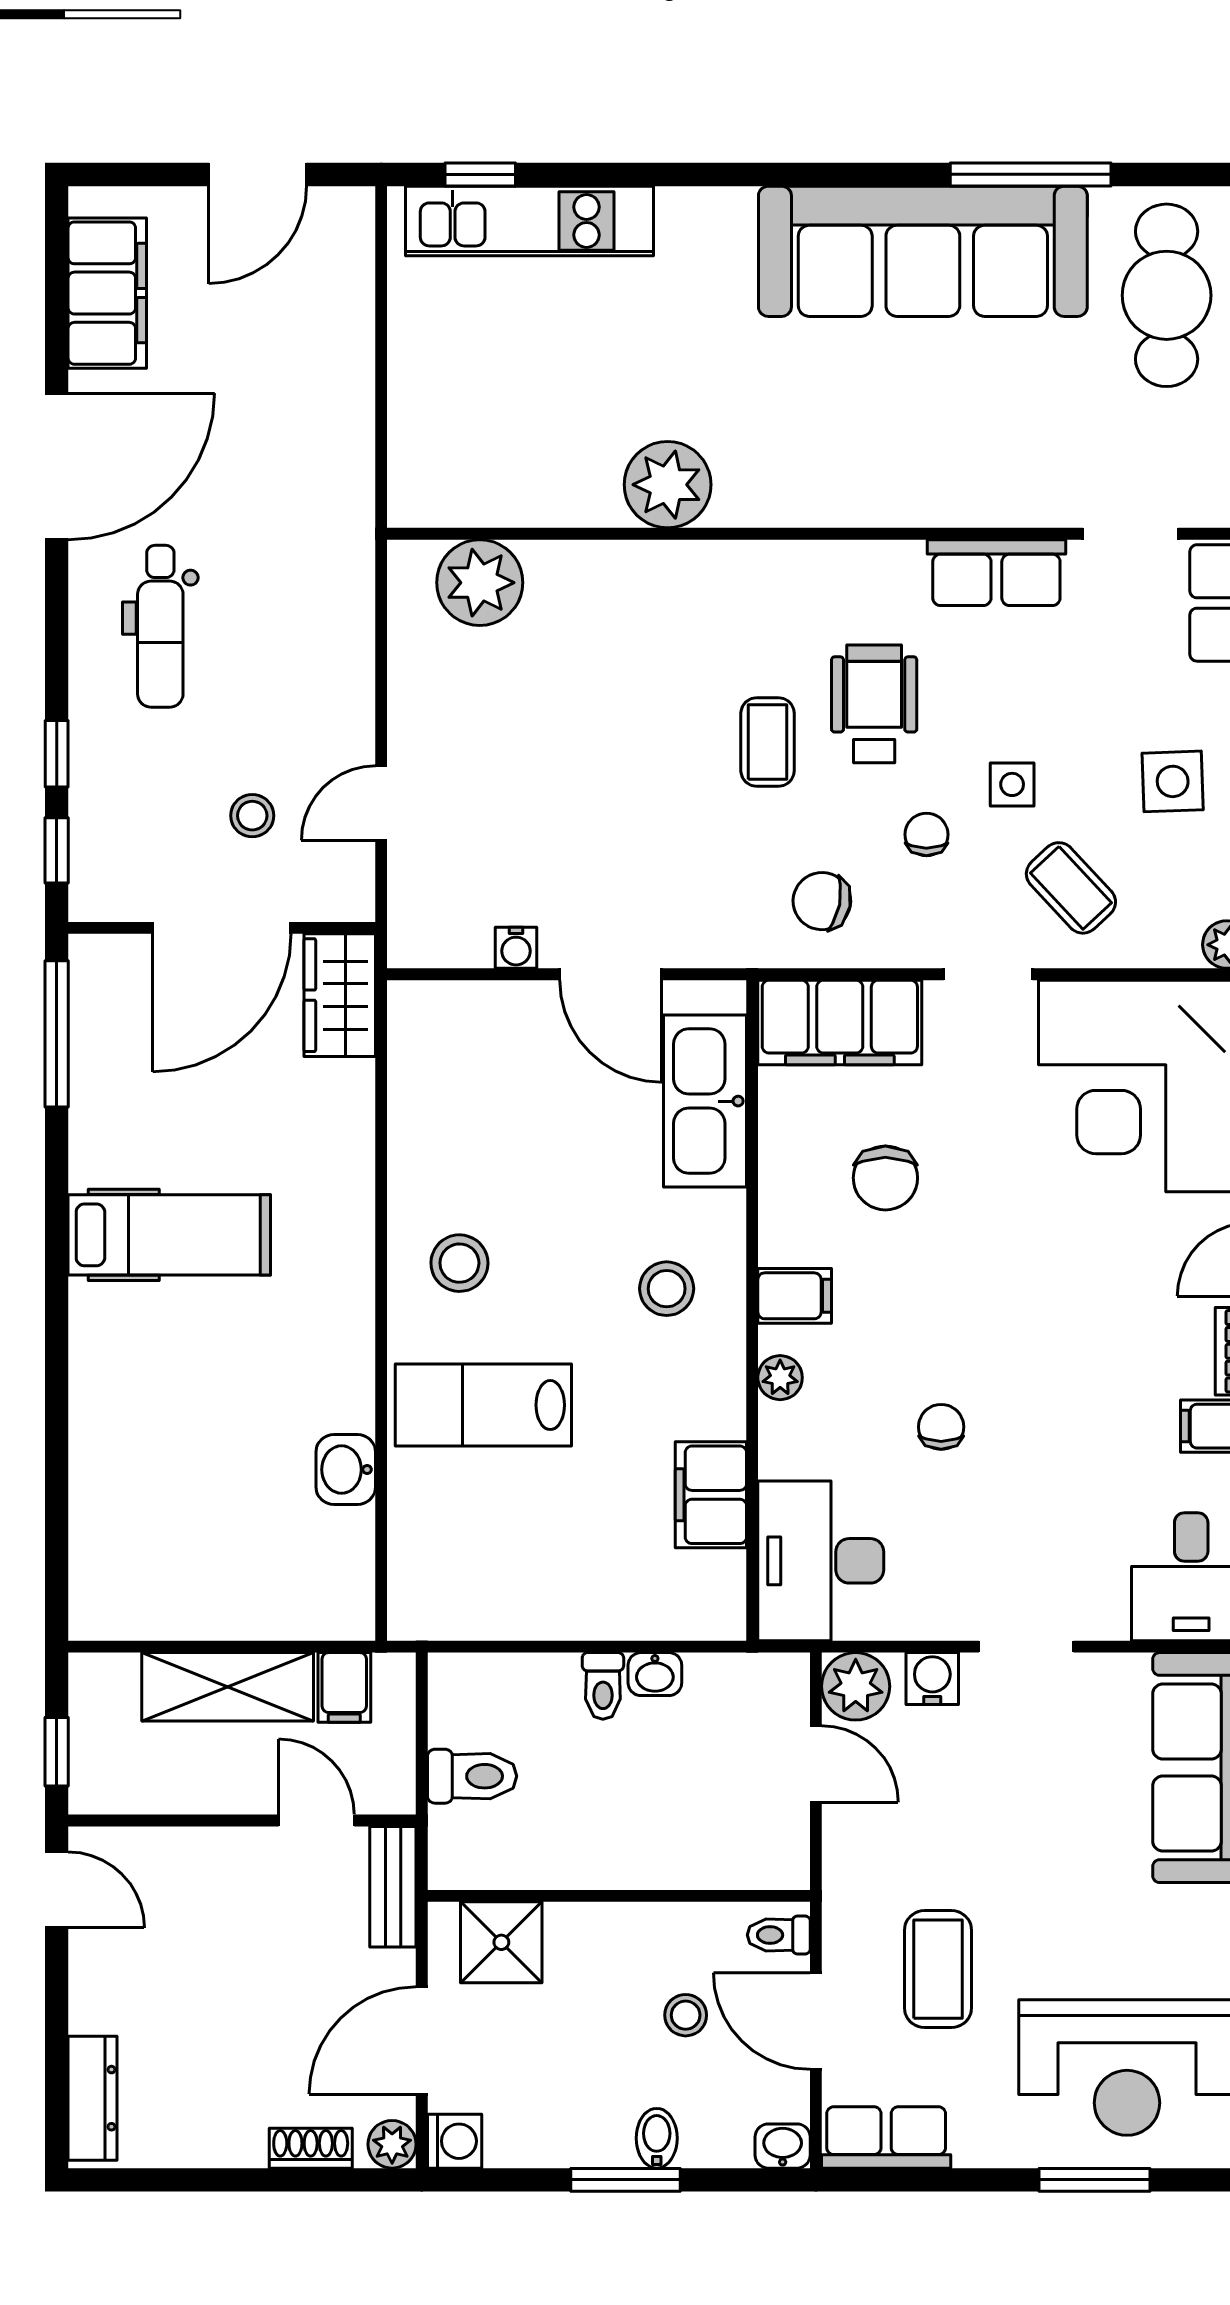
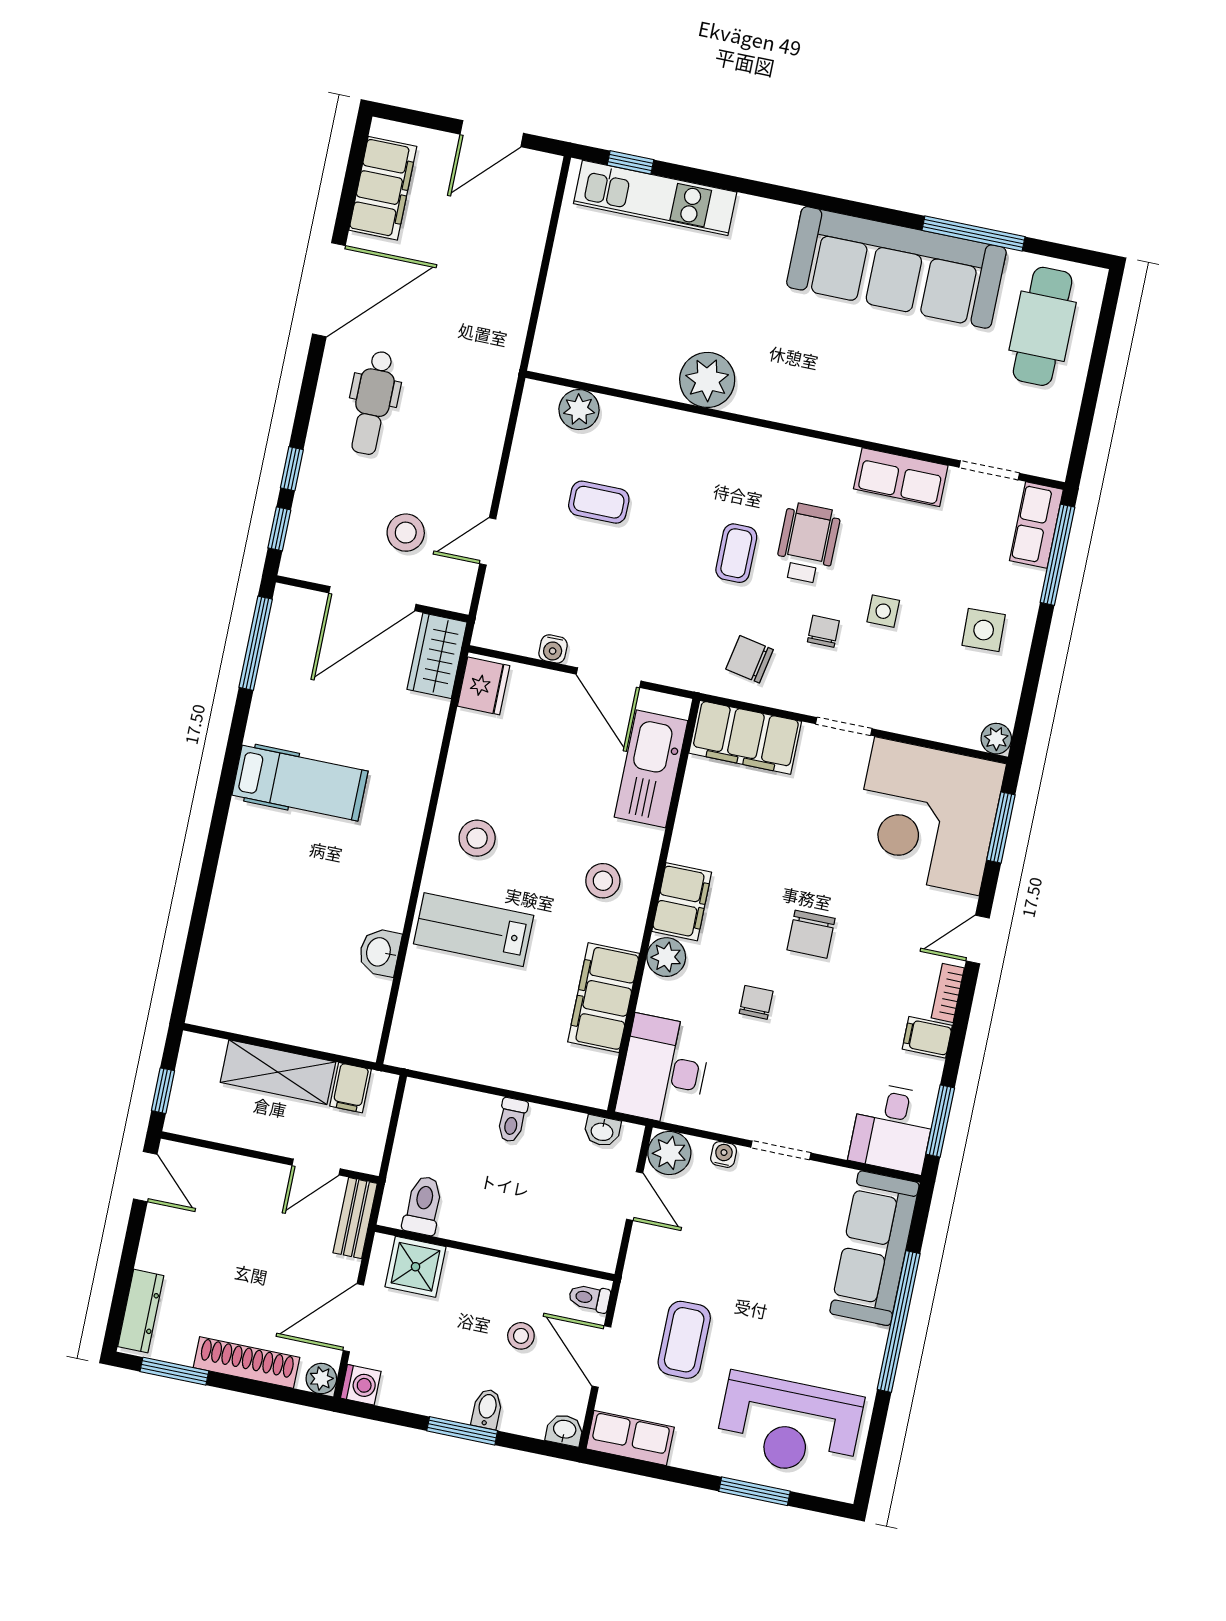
plant: (480, 583) -> (579, 410), width x0.73, depth x0.73
stool: (252, 816) -> (406, 533), width x1.37, depth x1.37
coffee table: (1071, 888) -> (599, 502), moved, turned -47
fridge: (421, 1027) -> (484, 686), added
chair: (885, 1178) -> (811, 934), moved
filing cabinet: (795, 1296) -> (682, 902), width x2.00
plant: (780, 1378) -> (666, 957), width x1.38, depth x1.38
filing cabinet: (711, 1495) -> (604, 998), width x1.50, depth x1.17
washbasin: (655, 1674) -> (602, 1131), moved
water cooler: (932, 1679) -> (724, 1154), width x0.72, depth x0.72
toilet: (472, 1776) -> (423, 1205), moved, turned -90
door: (317, 1821) -> (316, 1167), swing flipped
shoe rack: (311, 2148) -> (246, 1362), width x1.94, depth x1.24
window: (163, 2180) -> (174, 1371), added

